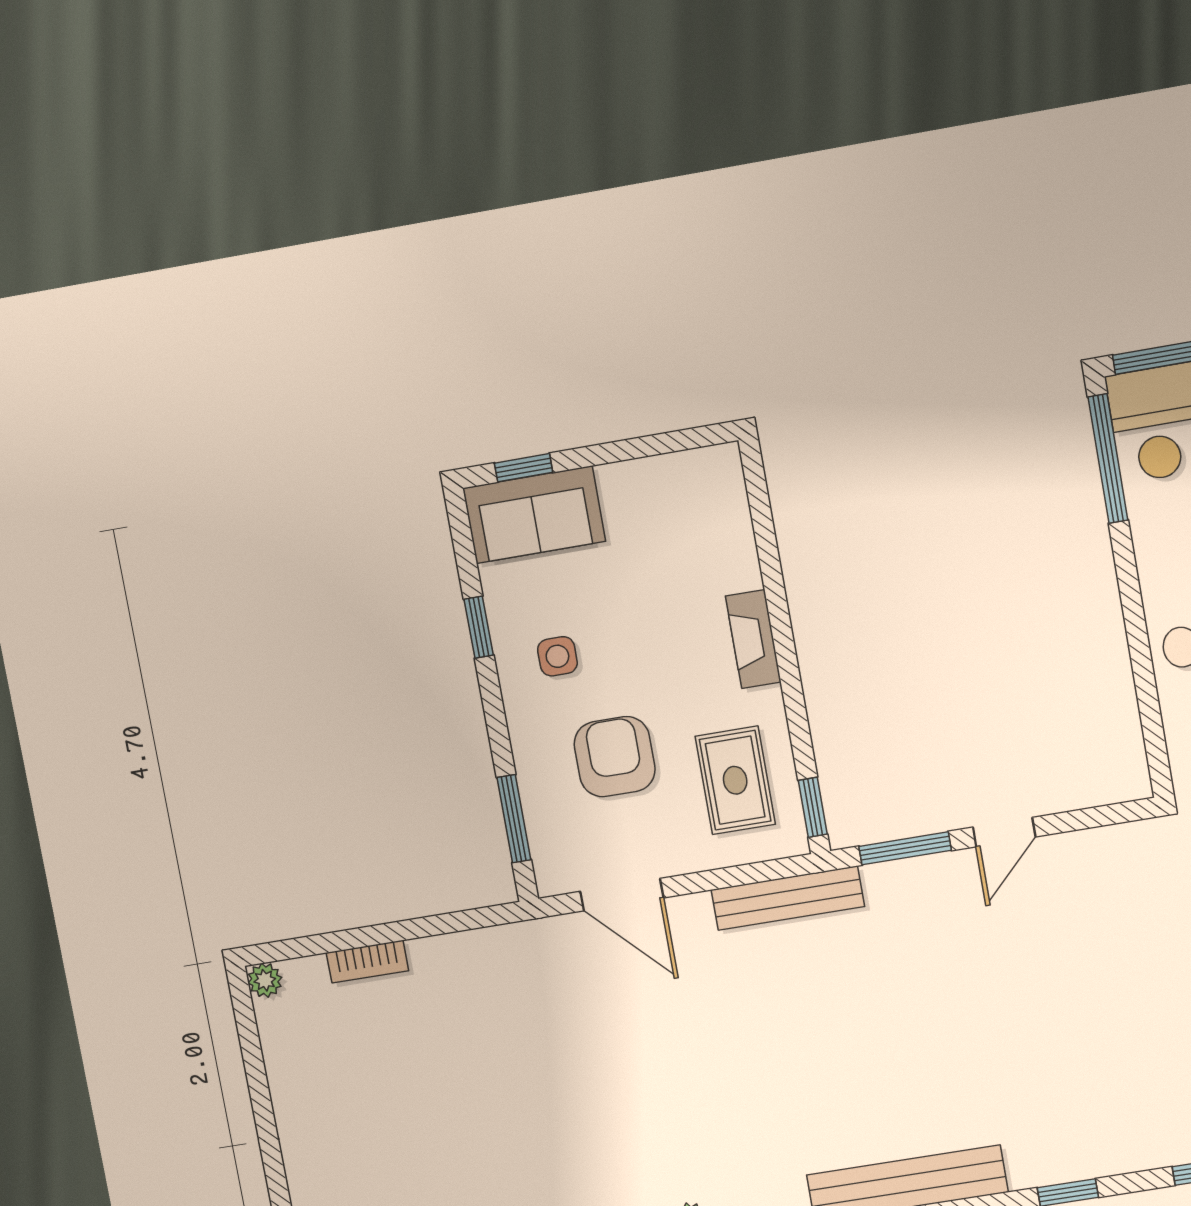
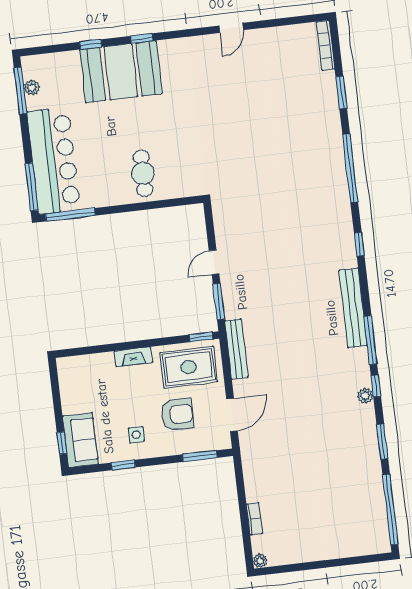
armchair: (615, 757) -> (177, 414), turned 180
rug: (735, 780) -> (189, 367), width x1.36, depth x1.43
door: (1004, 832) -> (214, 262), swing flipped

